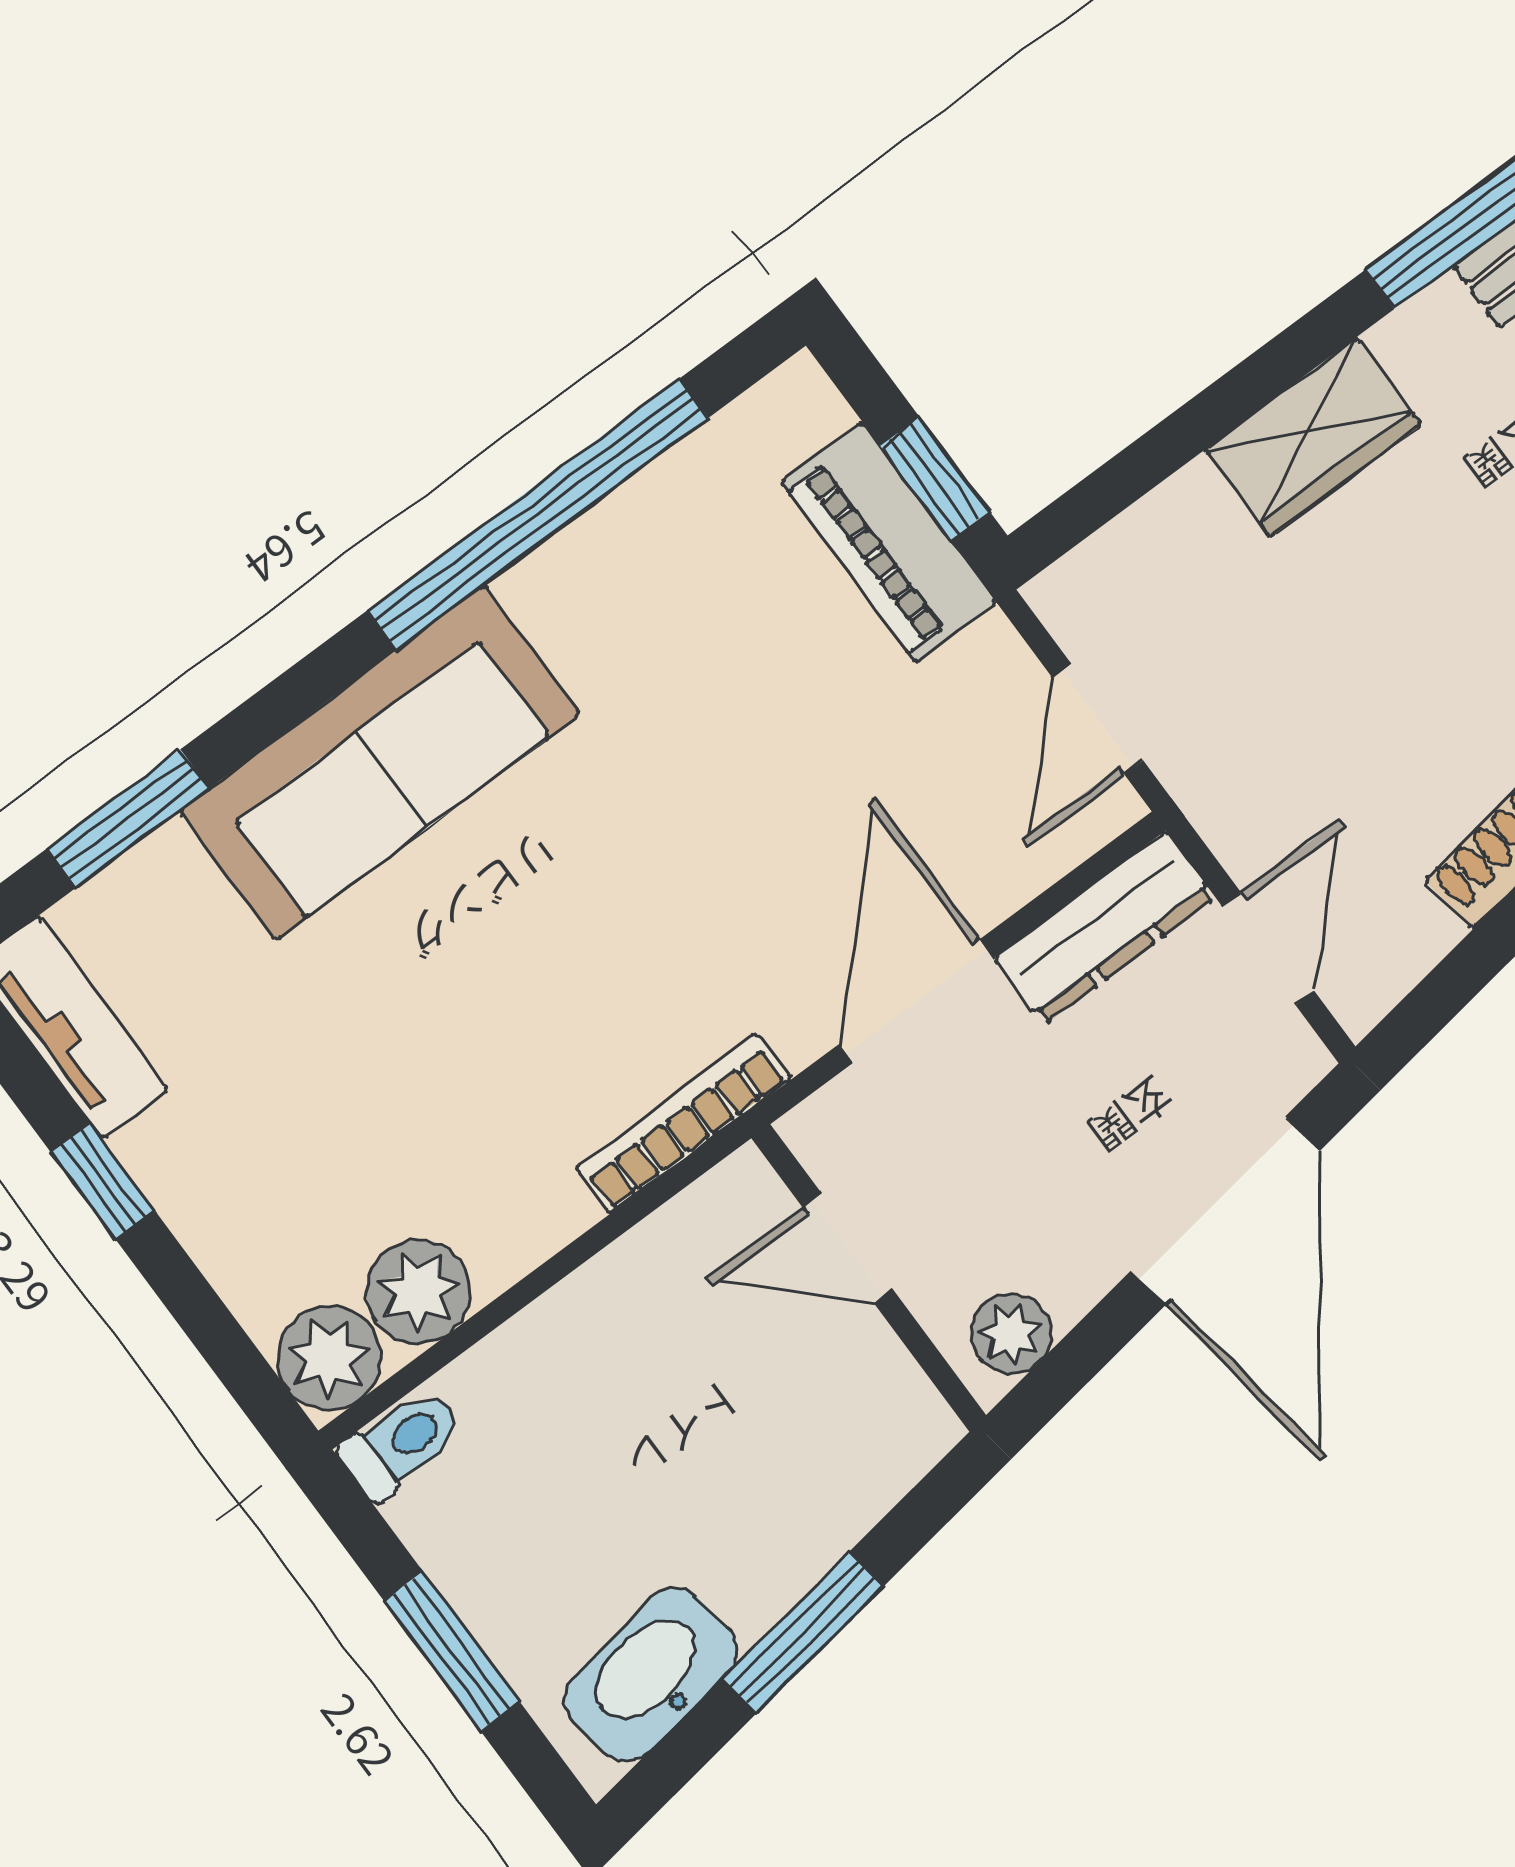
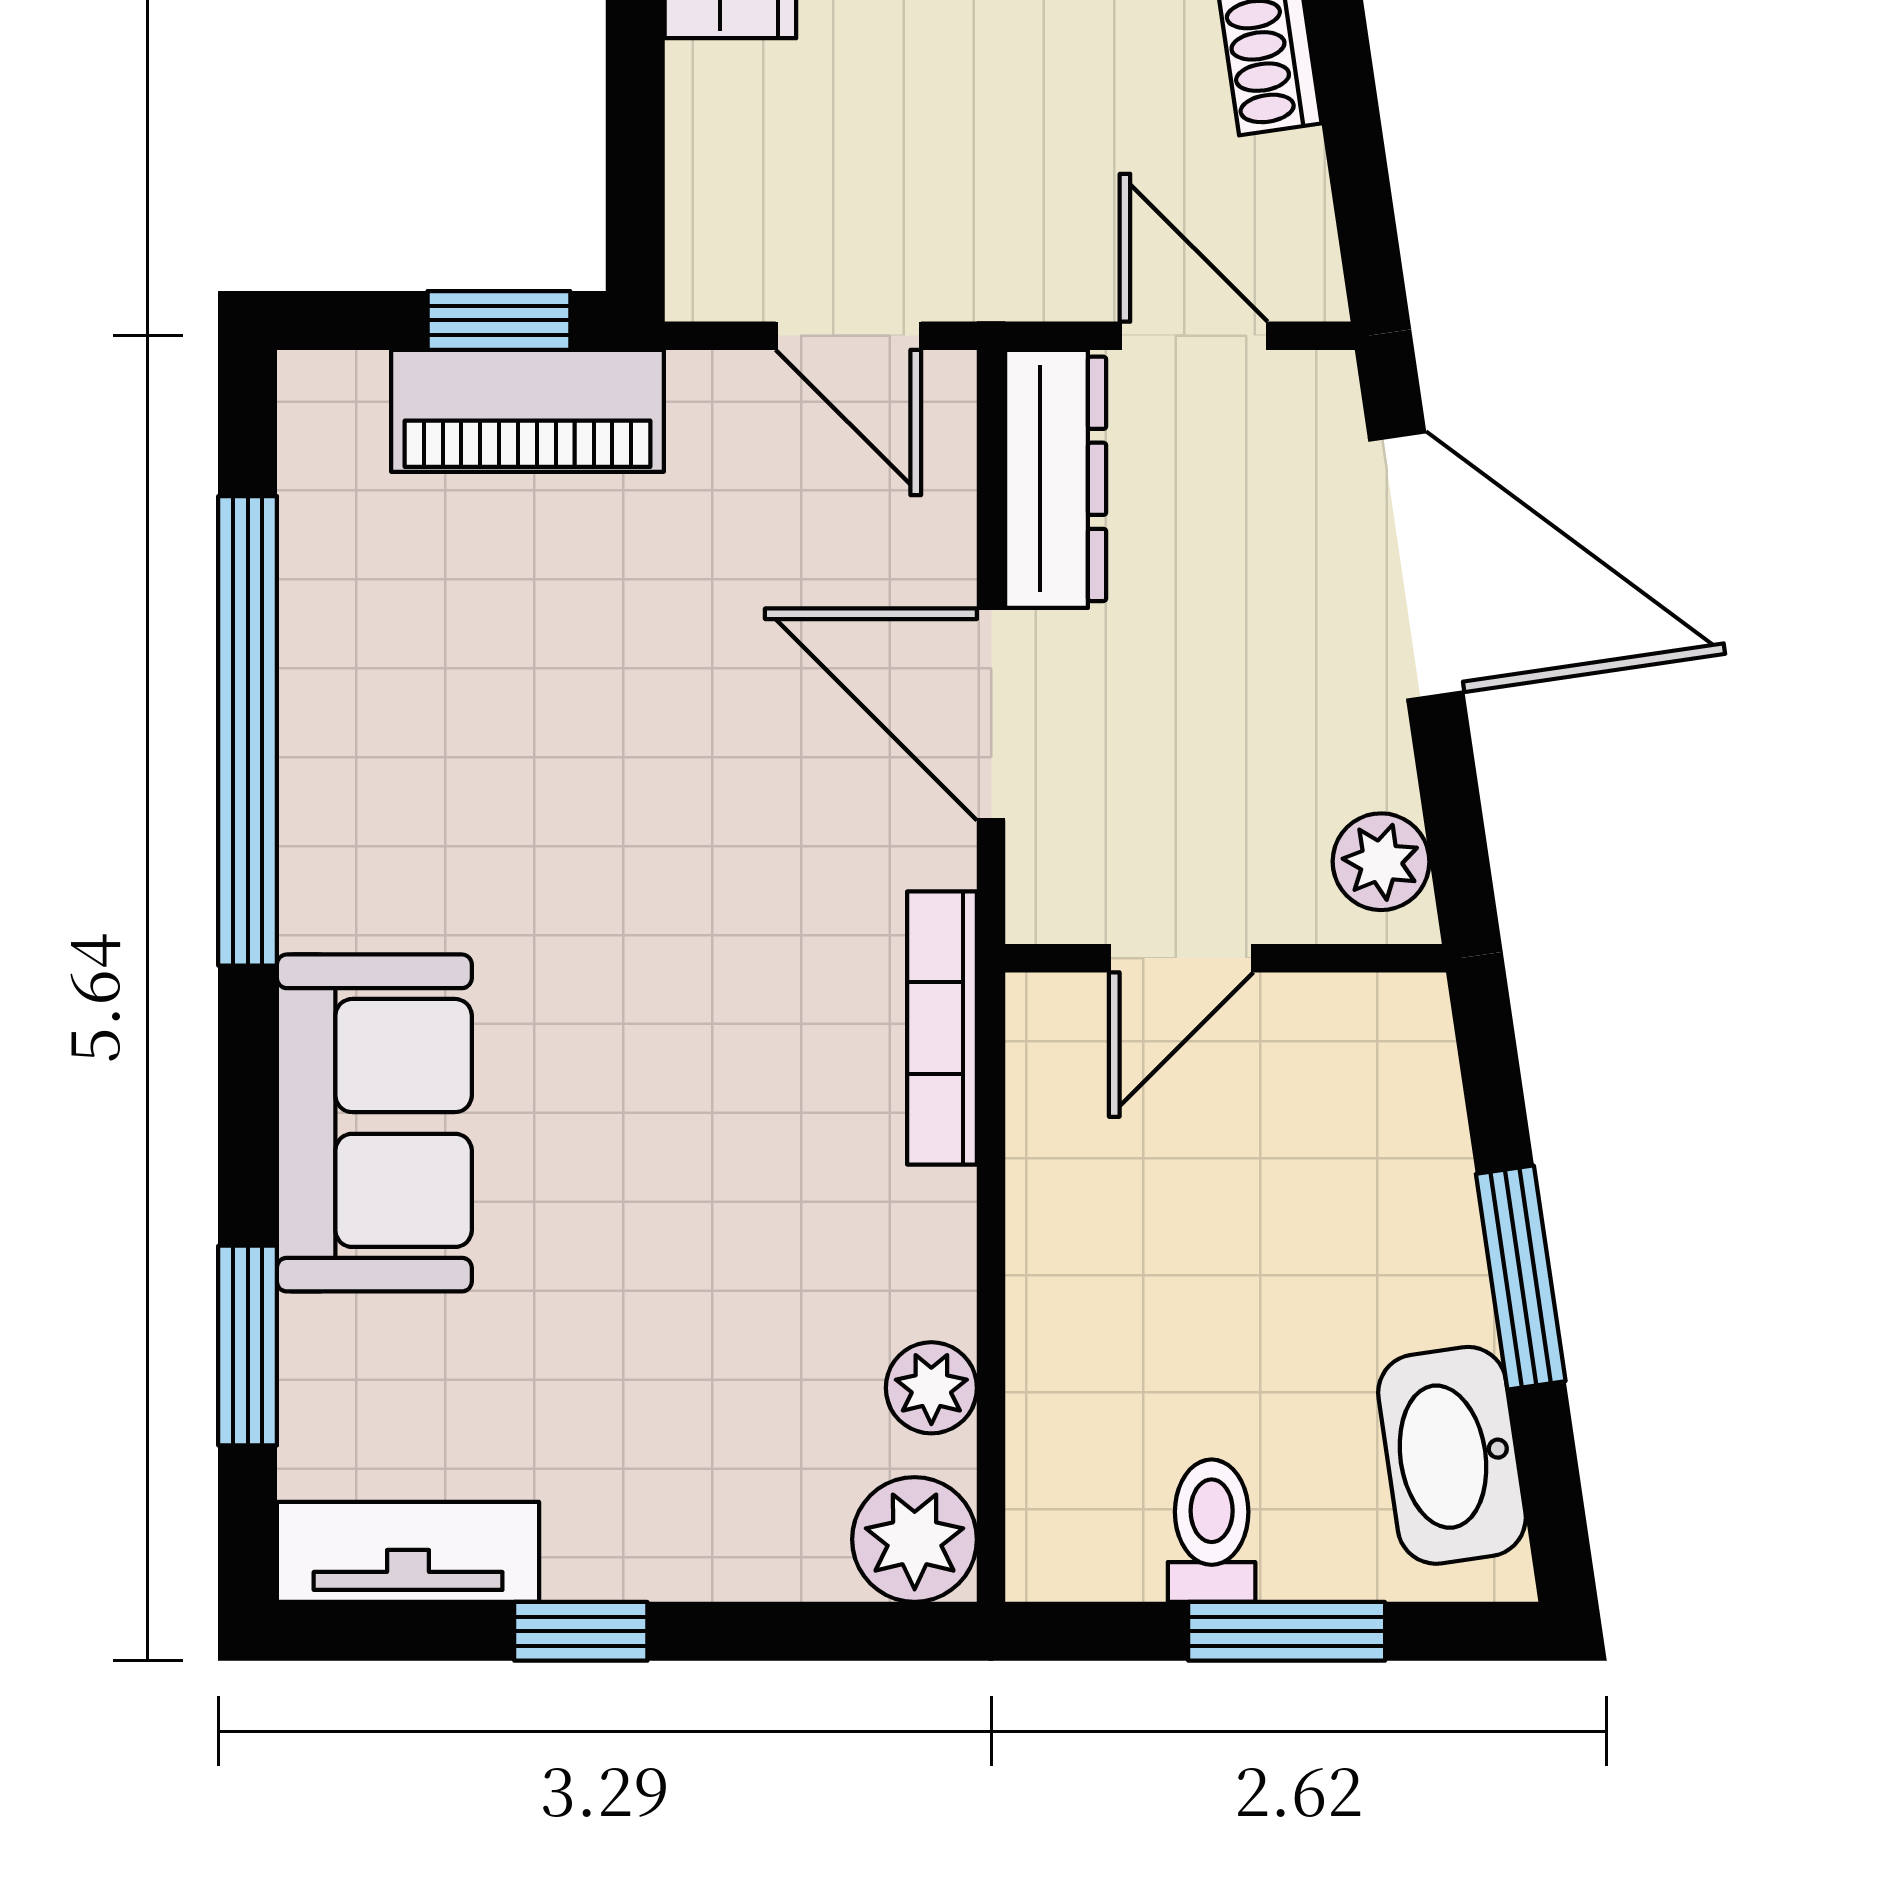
sofa: (380, 763) -> (374, 1123), width x0.73
plant: (418, 1292) -> (931, 1388), width x0.73, depth x0.73
toilet: (401, 1443) -> (1212, 1531), moved

